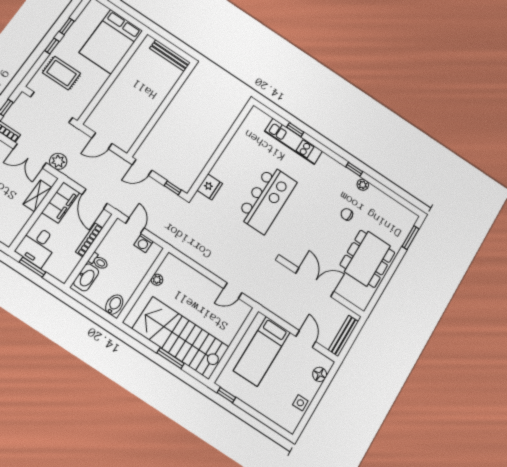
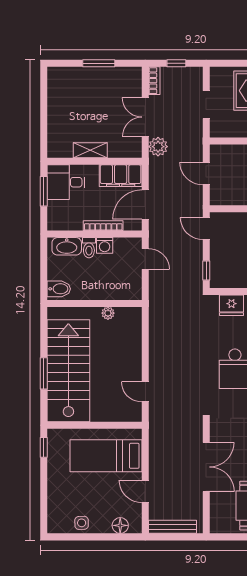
doorway: (52, 107) -> (206, 105), width x0.53
shelving: (38, 196) -> (90, 150), moved
door: (135, 226) -> (145, 259), hinge flipped
washing machine: (143, 243) -> (105, 245), moved, turned -90
door: (306, 339) -> (145, 491), swing flipped

